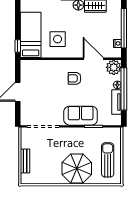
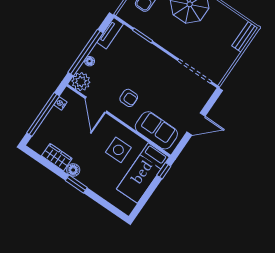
tv unit: (117, 102) -> (110, 33), moved
sofa: (81, 116) -> (156, 130), moved, turned 180
bench: (25, 161) -> (245, 37), moved

